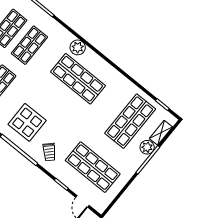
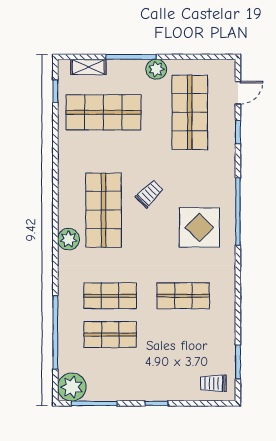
plant: (147, 147) -> (156, 69), moved
trolley: (49, 152) -> (149, 194), moved

